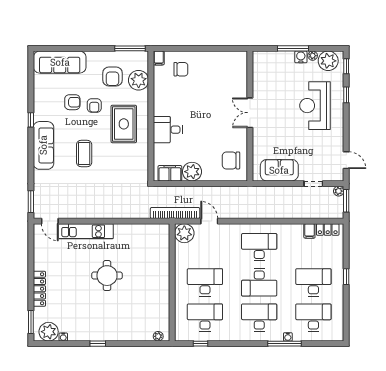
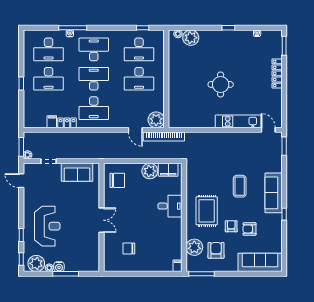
chair: (181, 69) -> (129, 249), moved
locker: (328, 229) -> (67, 123), moved
desk: (259, 318) -> (94, 49), turned 180
plant: (49, 332) -> (191, 38), moved

